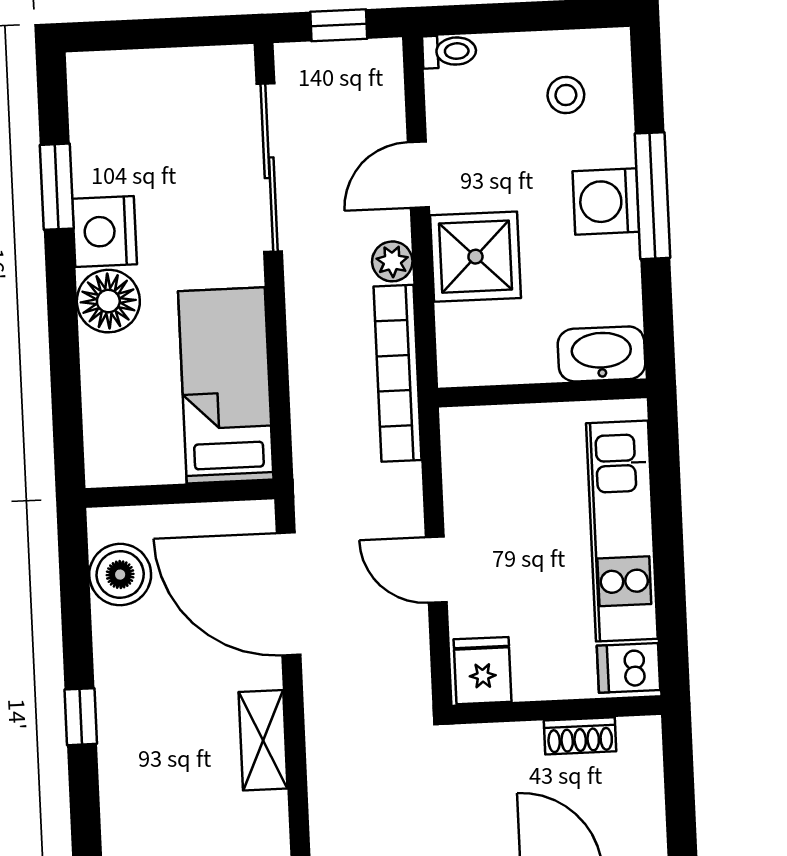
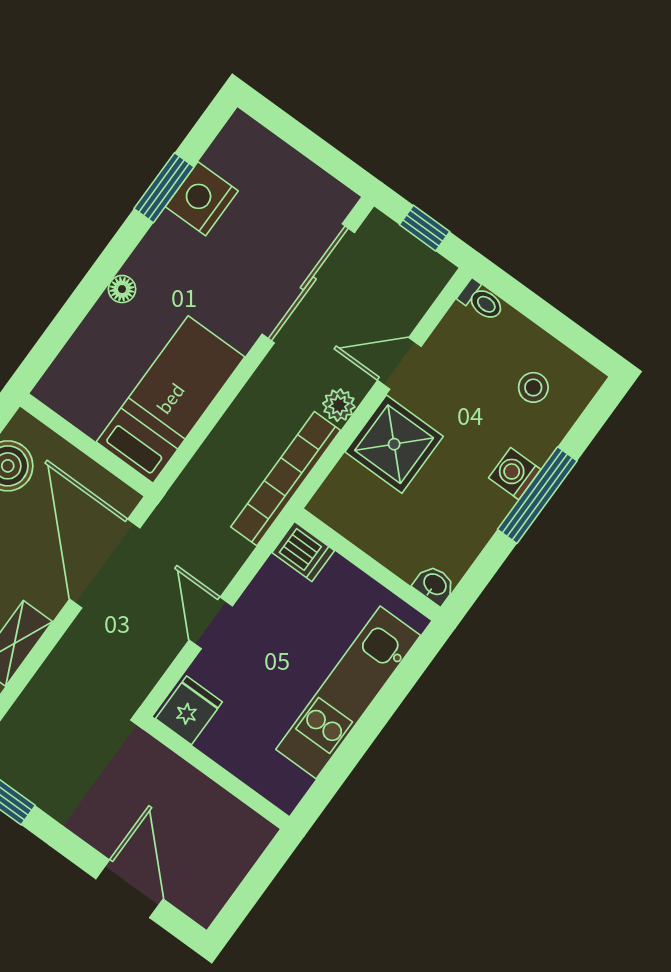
washing machine: (606, 201) -> (515, 474), width x0.73, depth x0.73
nightstand: (104, 231) -> (202, 199), moved
floor lamp: (108, 301) -> (122, 289), width x0.53, depth x0.53
washbasin: (601, 354) -> (434, 585), width x0.52, depth x0.69
dishwasher: (628, 668) -> (303, 552), moved, turned 180
shoe rack: (580, 736) -> (218, 801), removed

